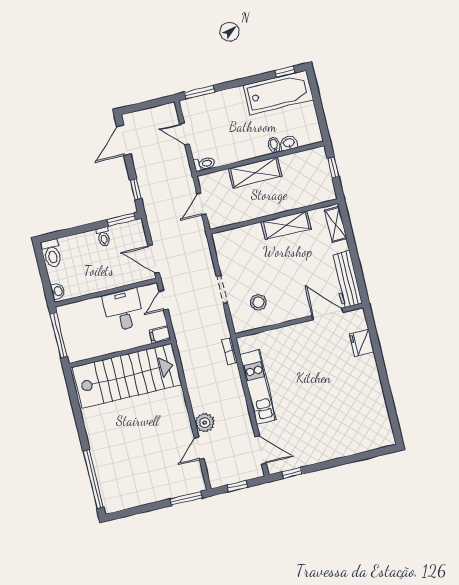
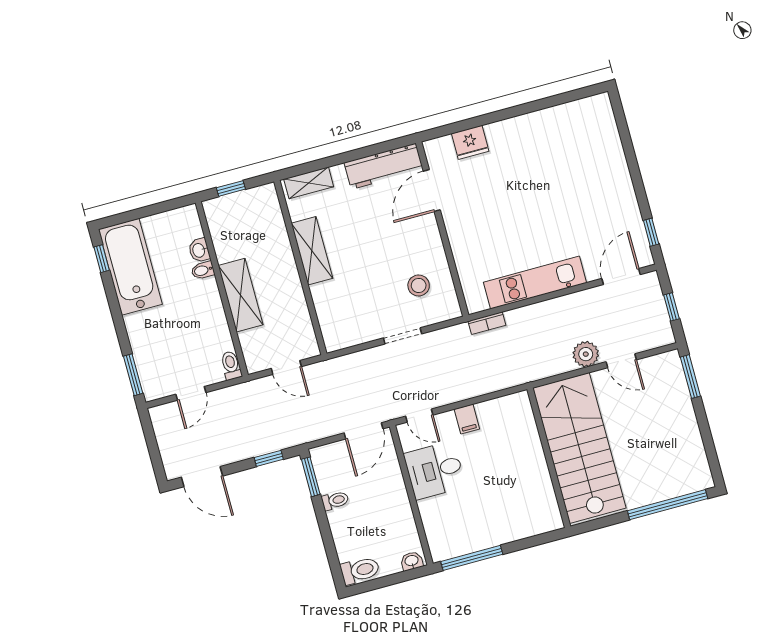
wall: (120, 353) -> (549, 458), moved
stairs: (127, 376) -> (579, 448), moved

